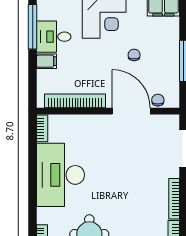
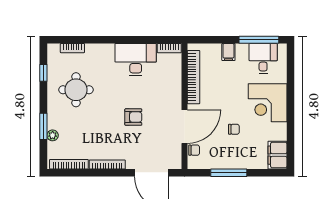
desk: (54, 37) -> (263, 58), moved
armchair: (120, 169) -> (133, 117), added
desk: (61, 175) -> (136, 59), width x0.73, depth x0.77

